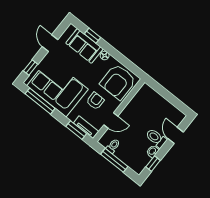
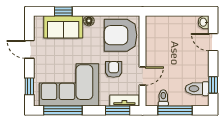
armchair: (118, 82) -> (121, 35), turned 90
toilet: (156, 138) -> (197, 89), moved
washbasin: (152, 151) -> (204, 22), moved

